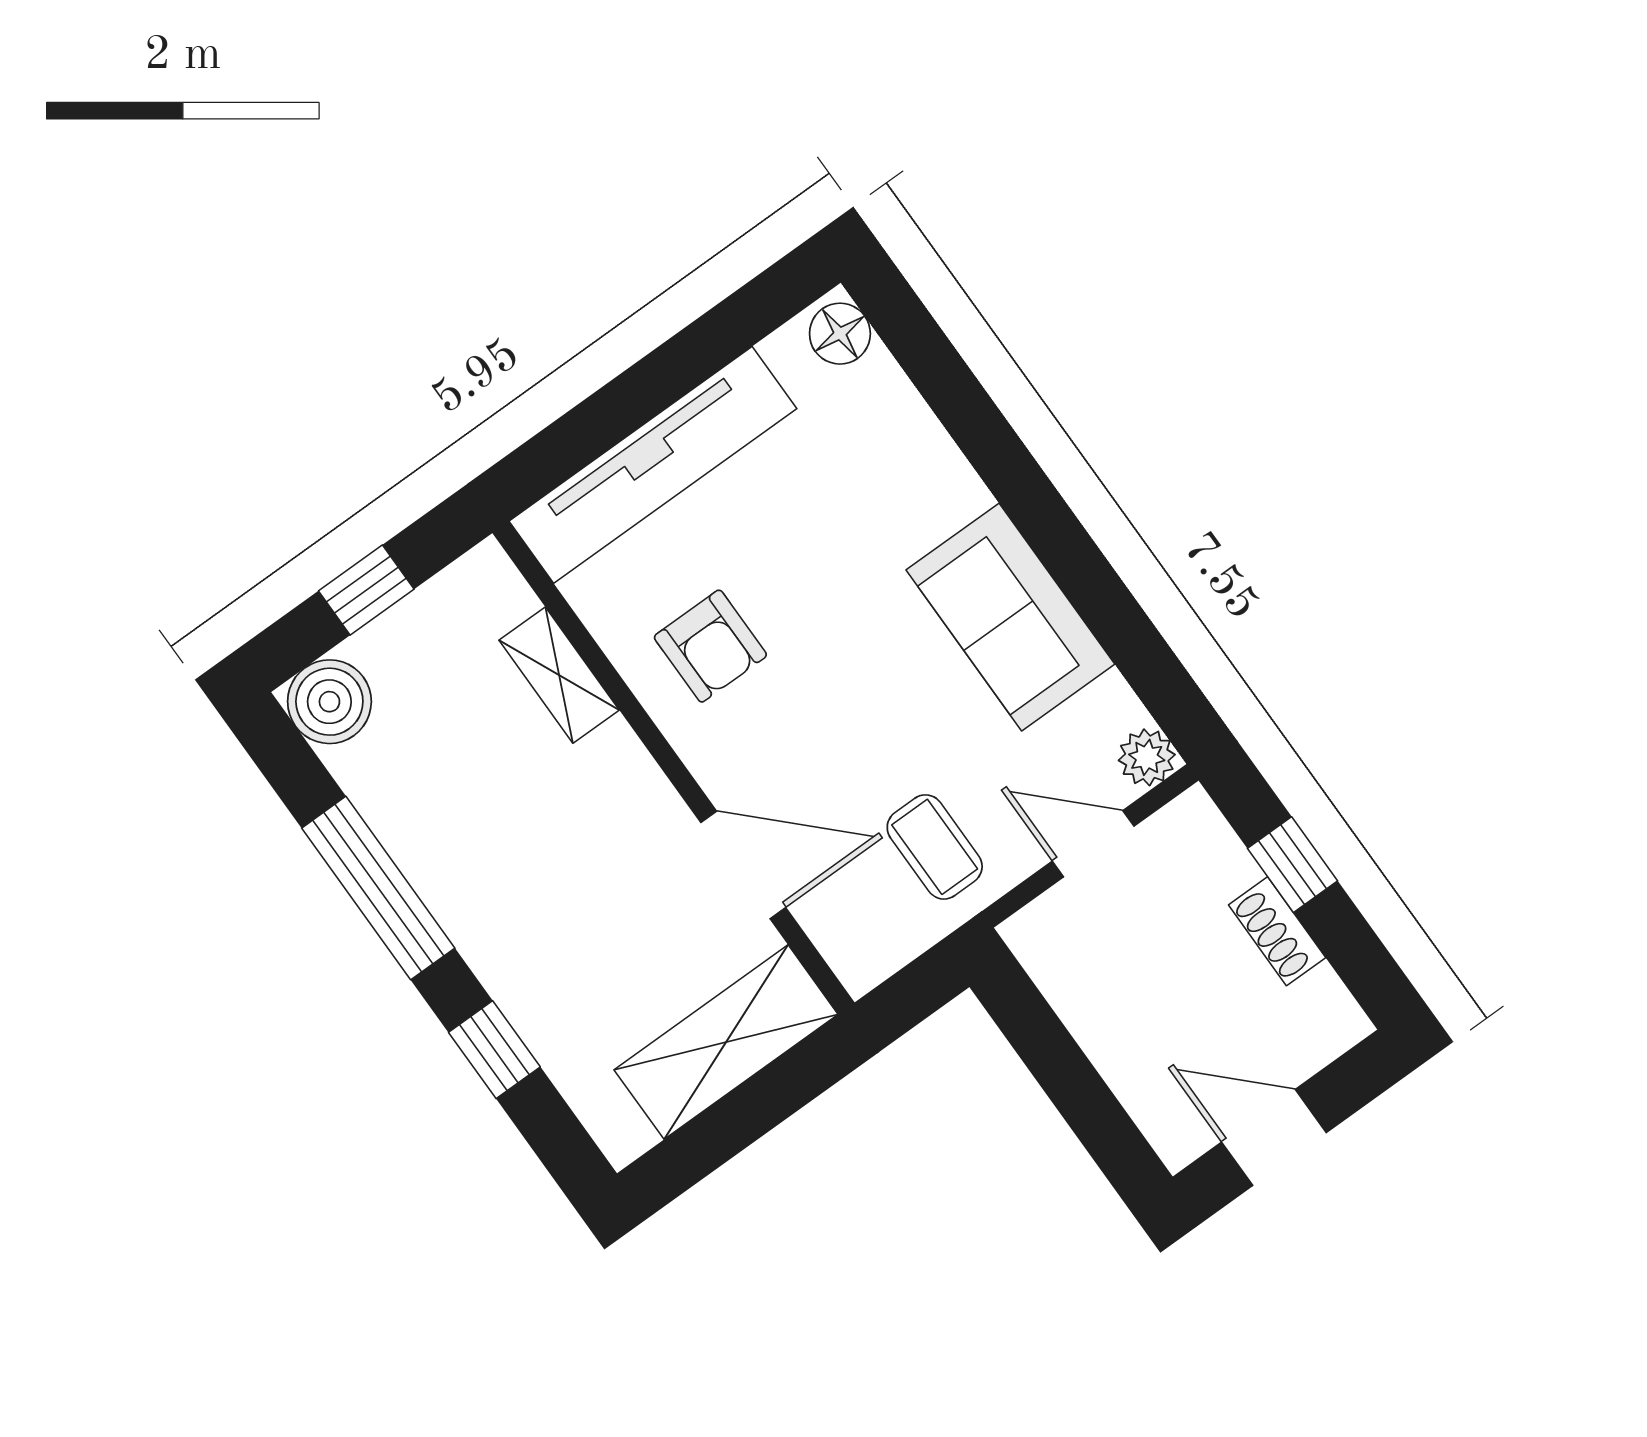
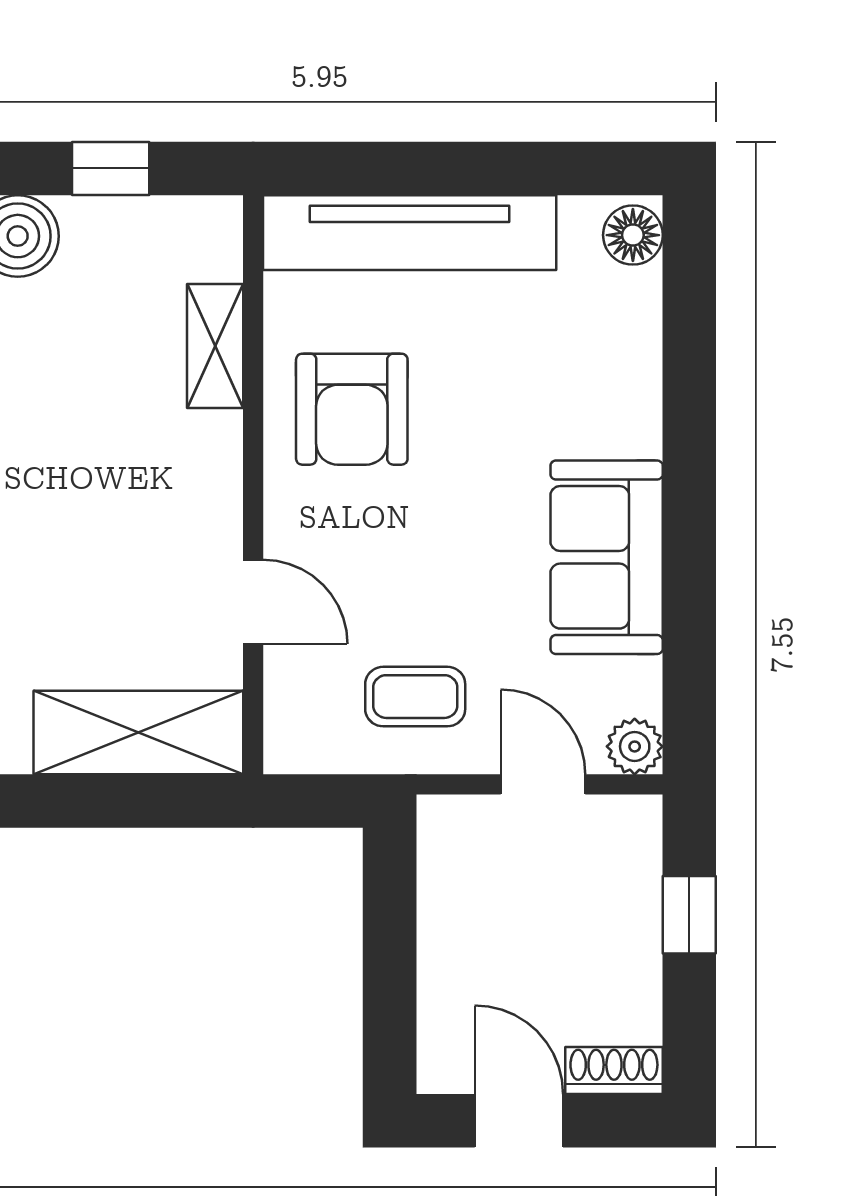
armchair: (710, 646) -> (352, 409), width x1.38, depth x1.38
coffee table: (935, 847) -> (415, 697), turned 90
door: (743, 865) -> (253, 602), width x0.73
shoe rack: (1277, 931) -> (614, 1070), moved, turned 90

